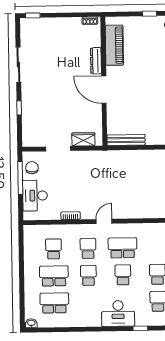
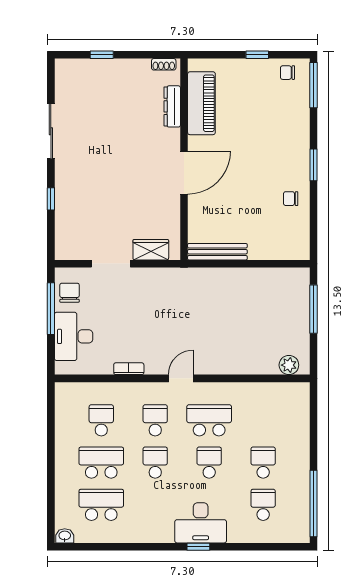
window: (33, 15) -> (102, 55), moved
dresser: (96, 61) -> (172, 106), moved
door: (104, 90) -> (184, 173), swing flipped
window: (140, 328) -> (198, 547), moved

